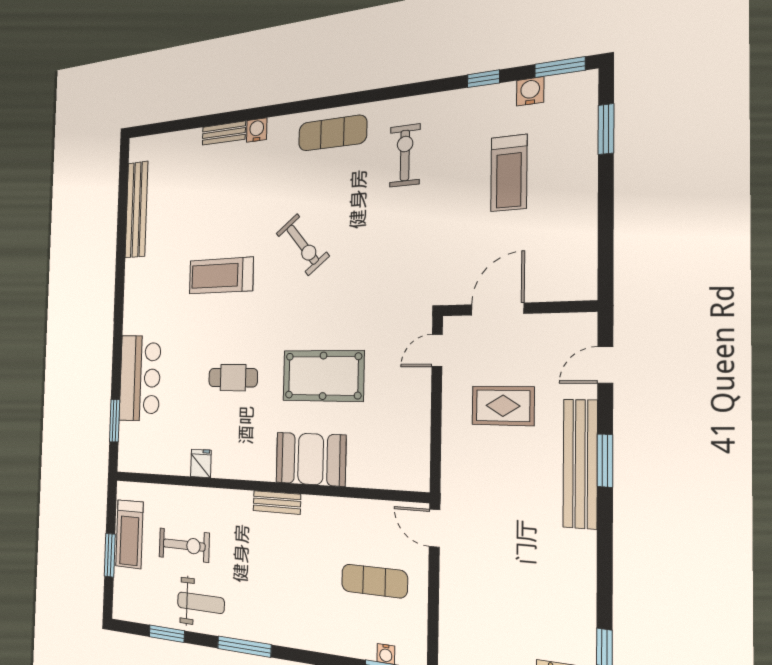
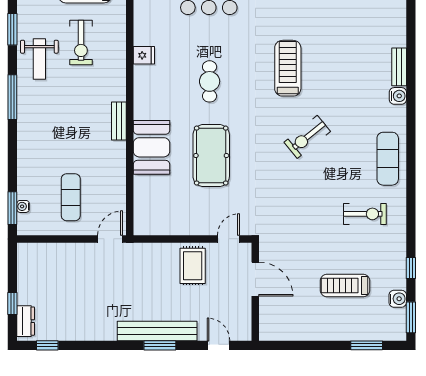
door: (437, 351) -> (228, 239), hinge flipped
rug: (503, 406) -> (193, 266), moved

